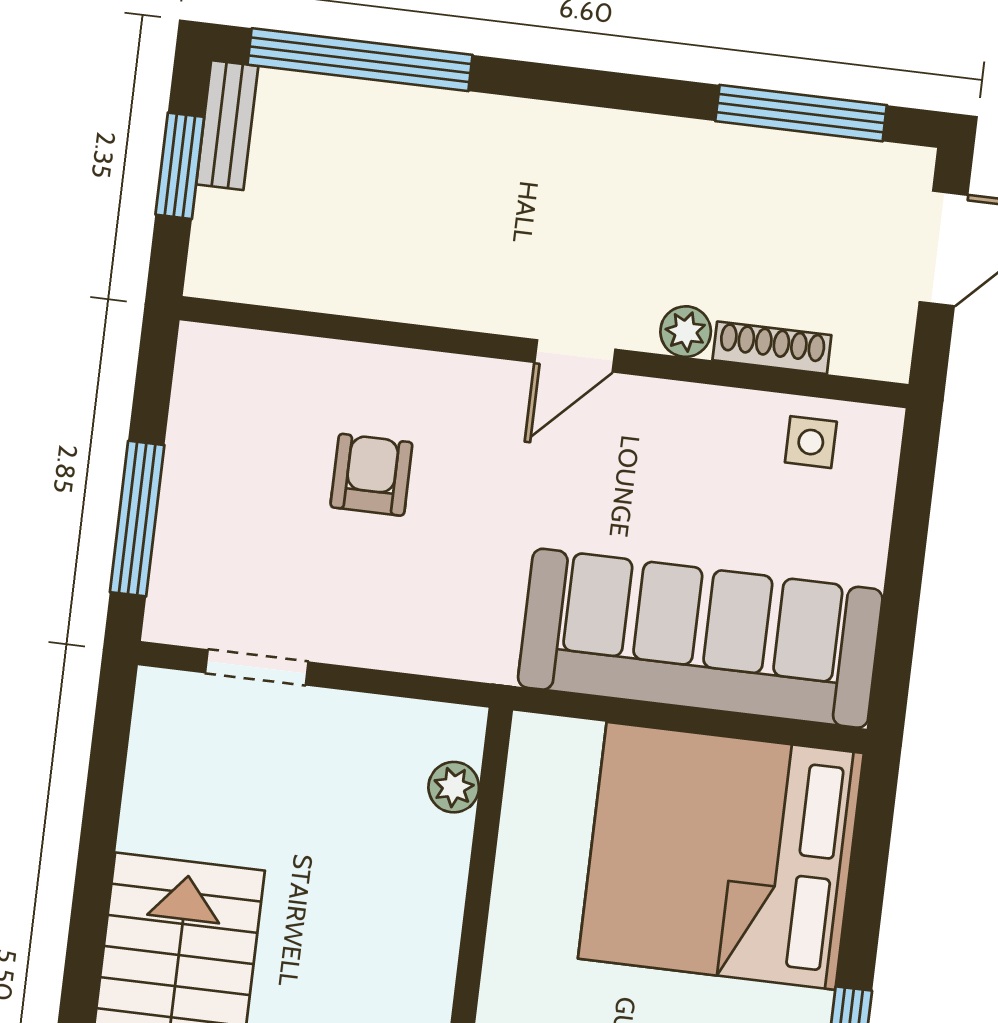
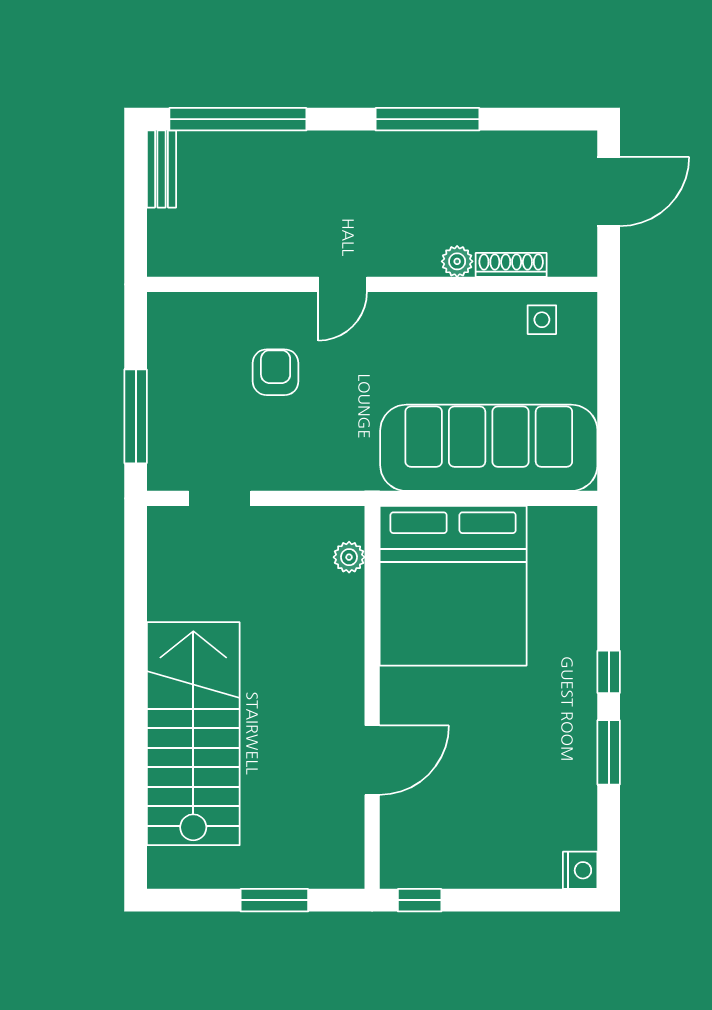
window: (801, 113) -> (427, 119), moved
window: (180, 166) -> (136, 197), removed
door: (575, 356) -> (343, 284), moved
bed: (721, 856) -> (453, 586), moved, turned -90

